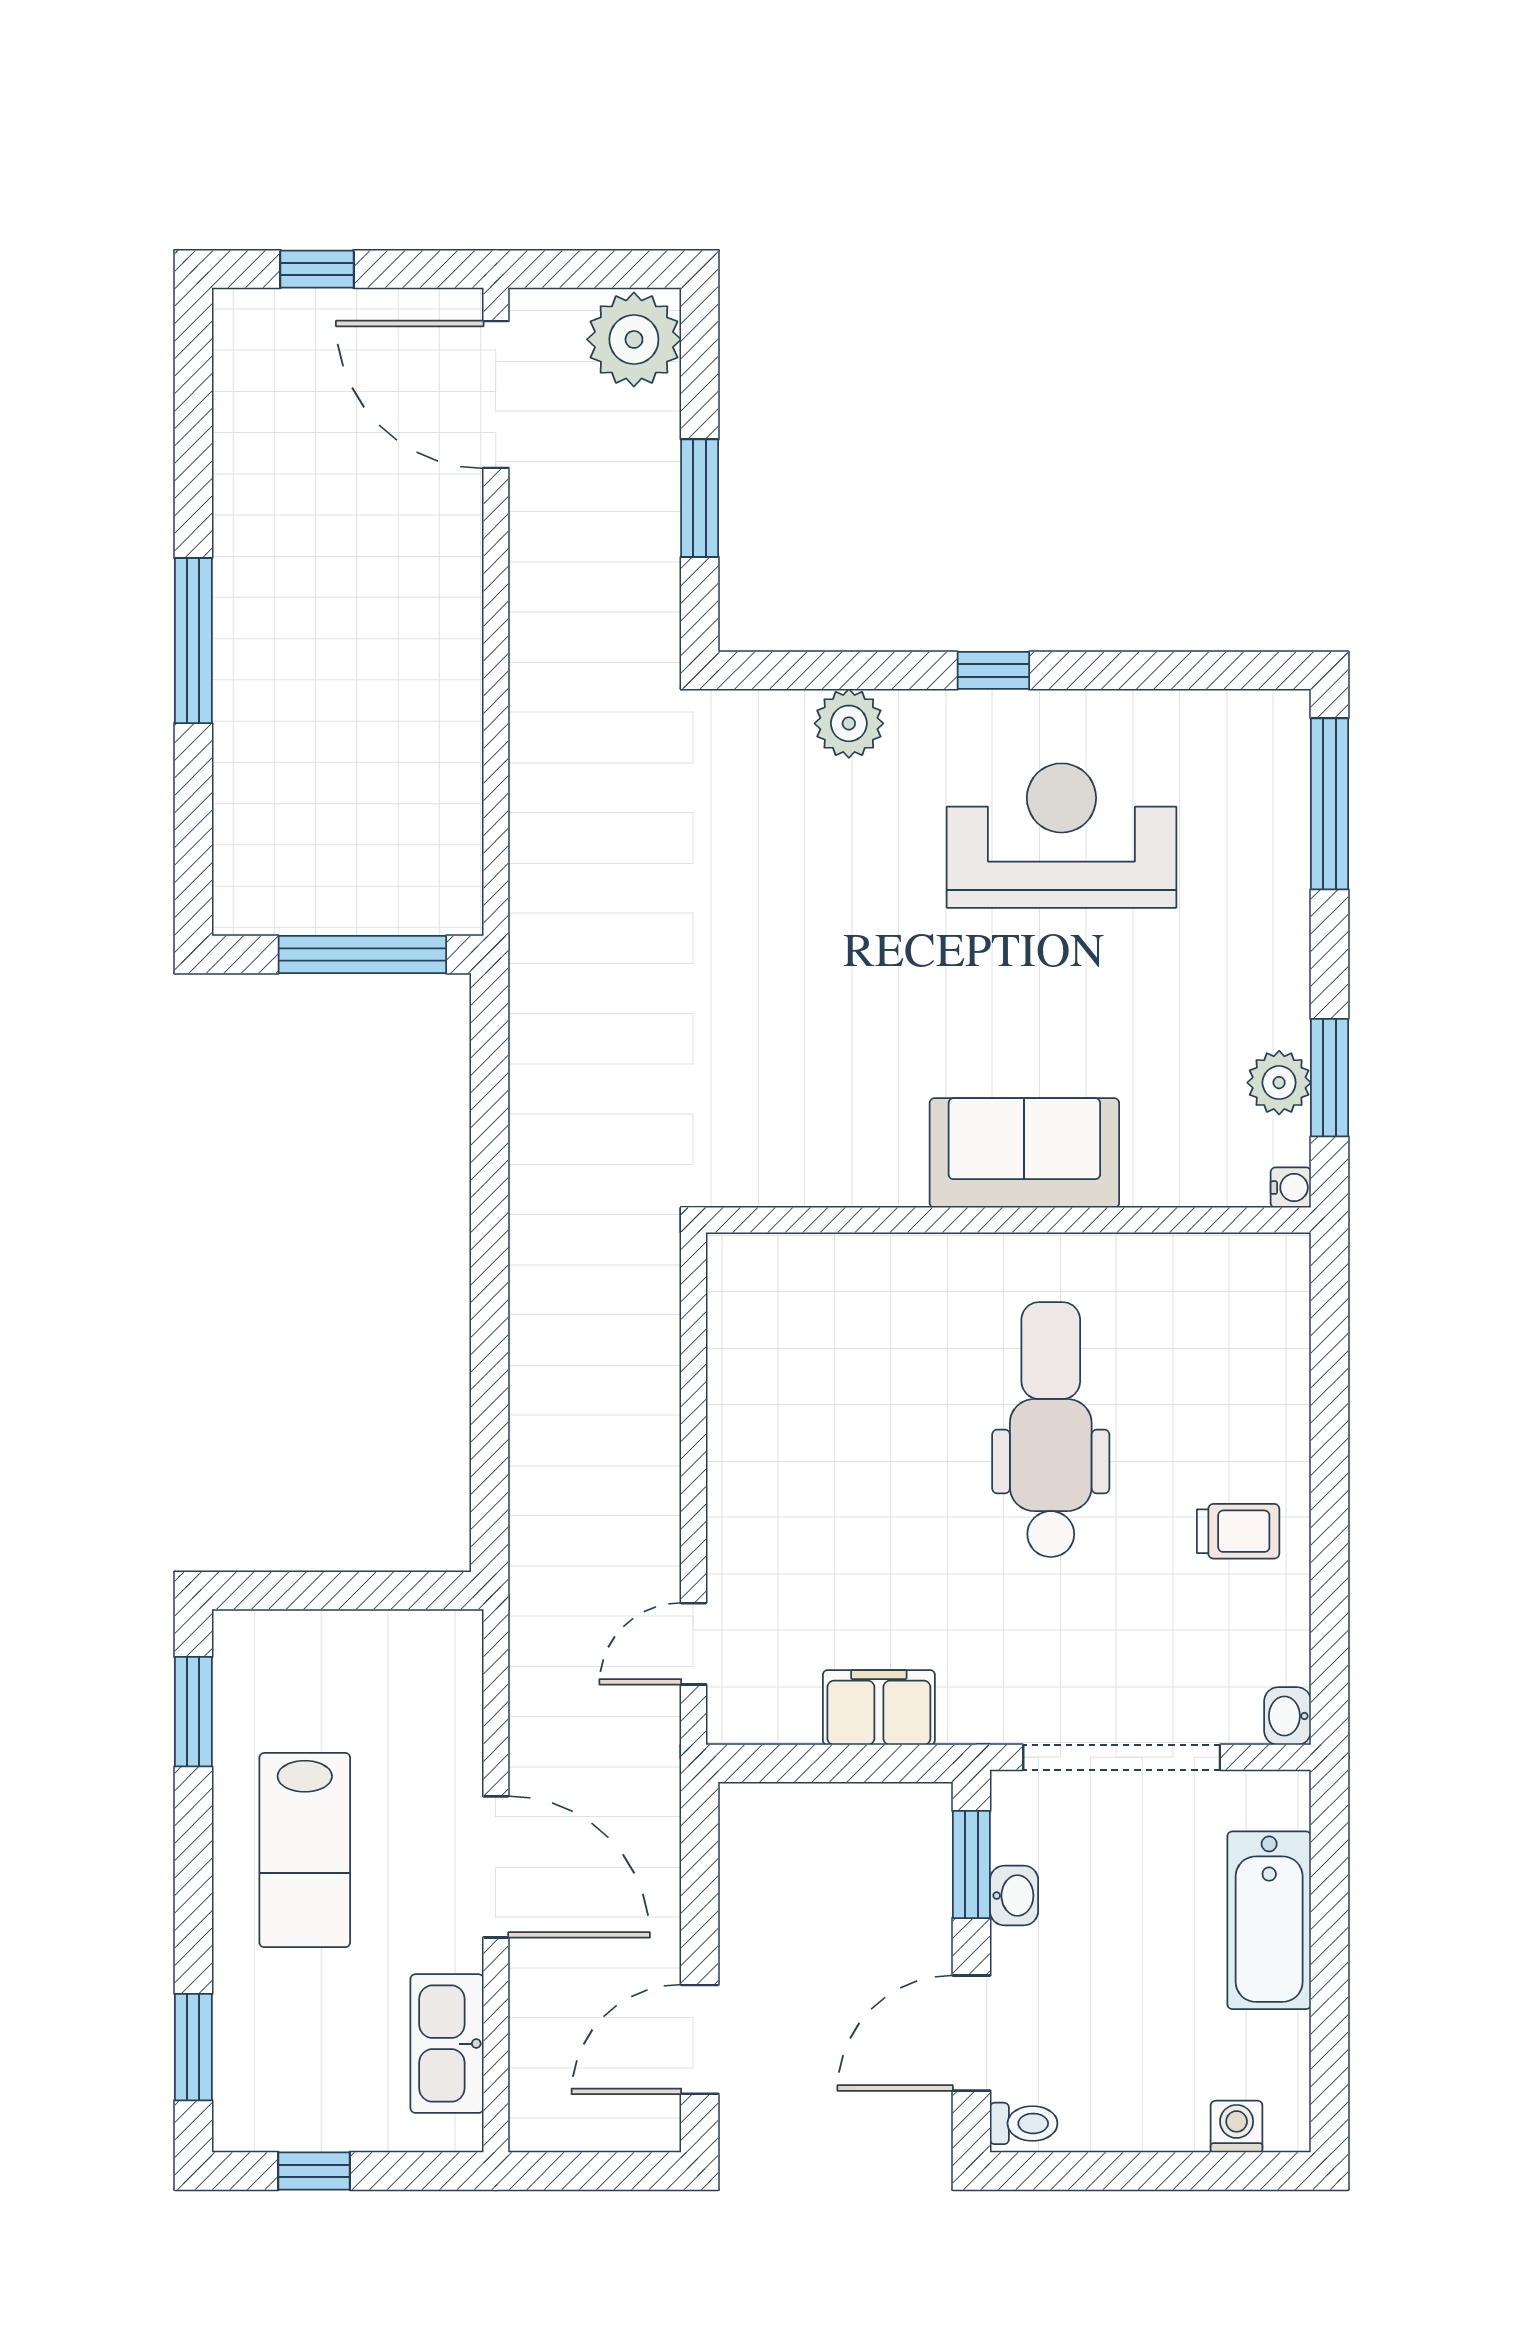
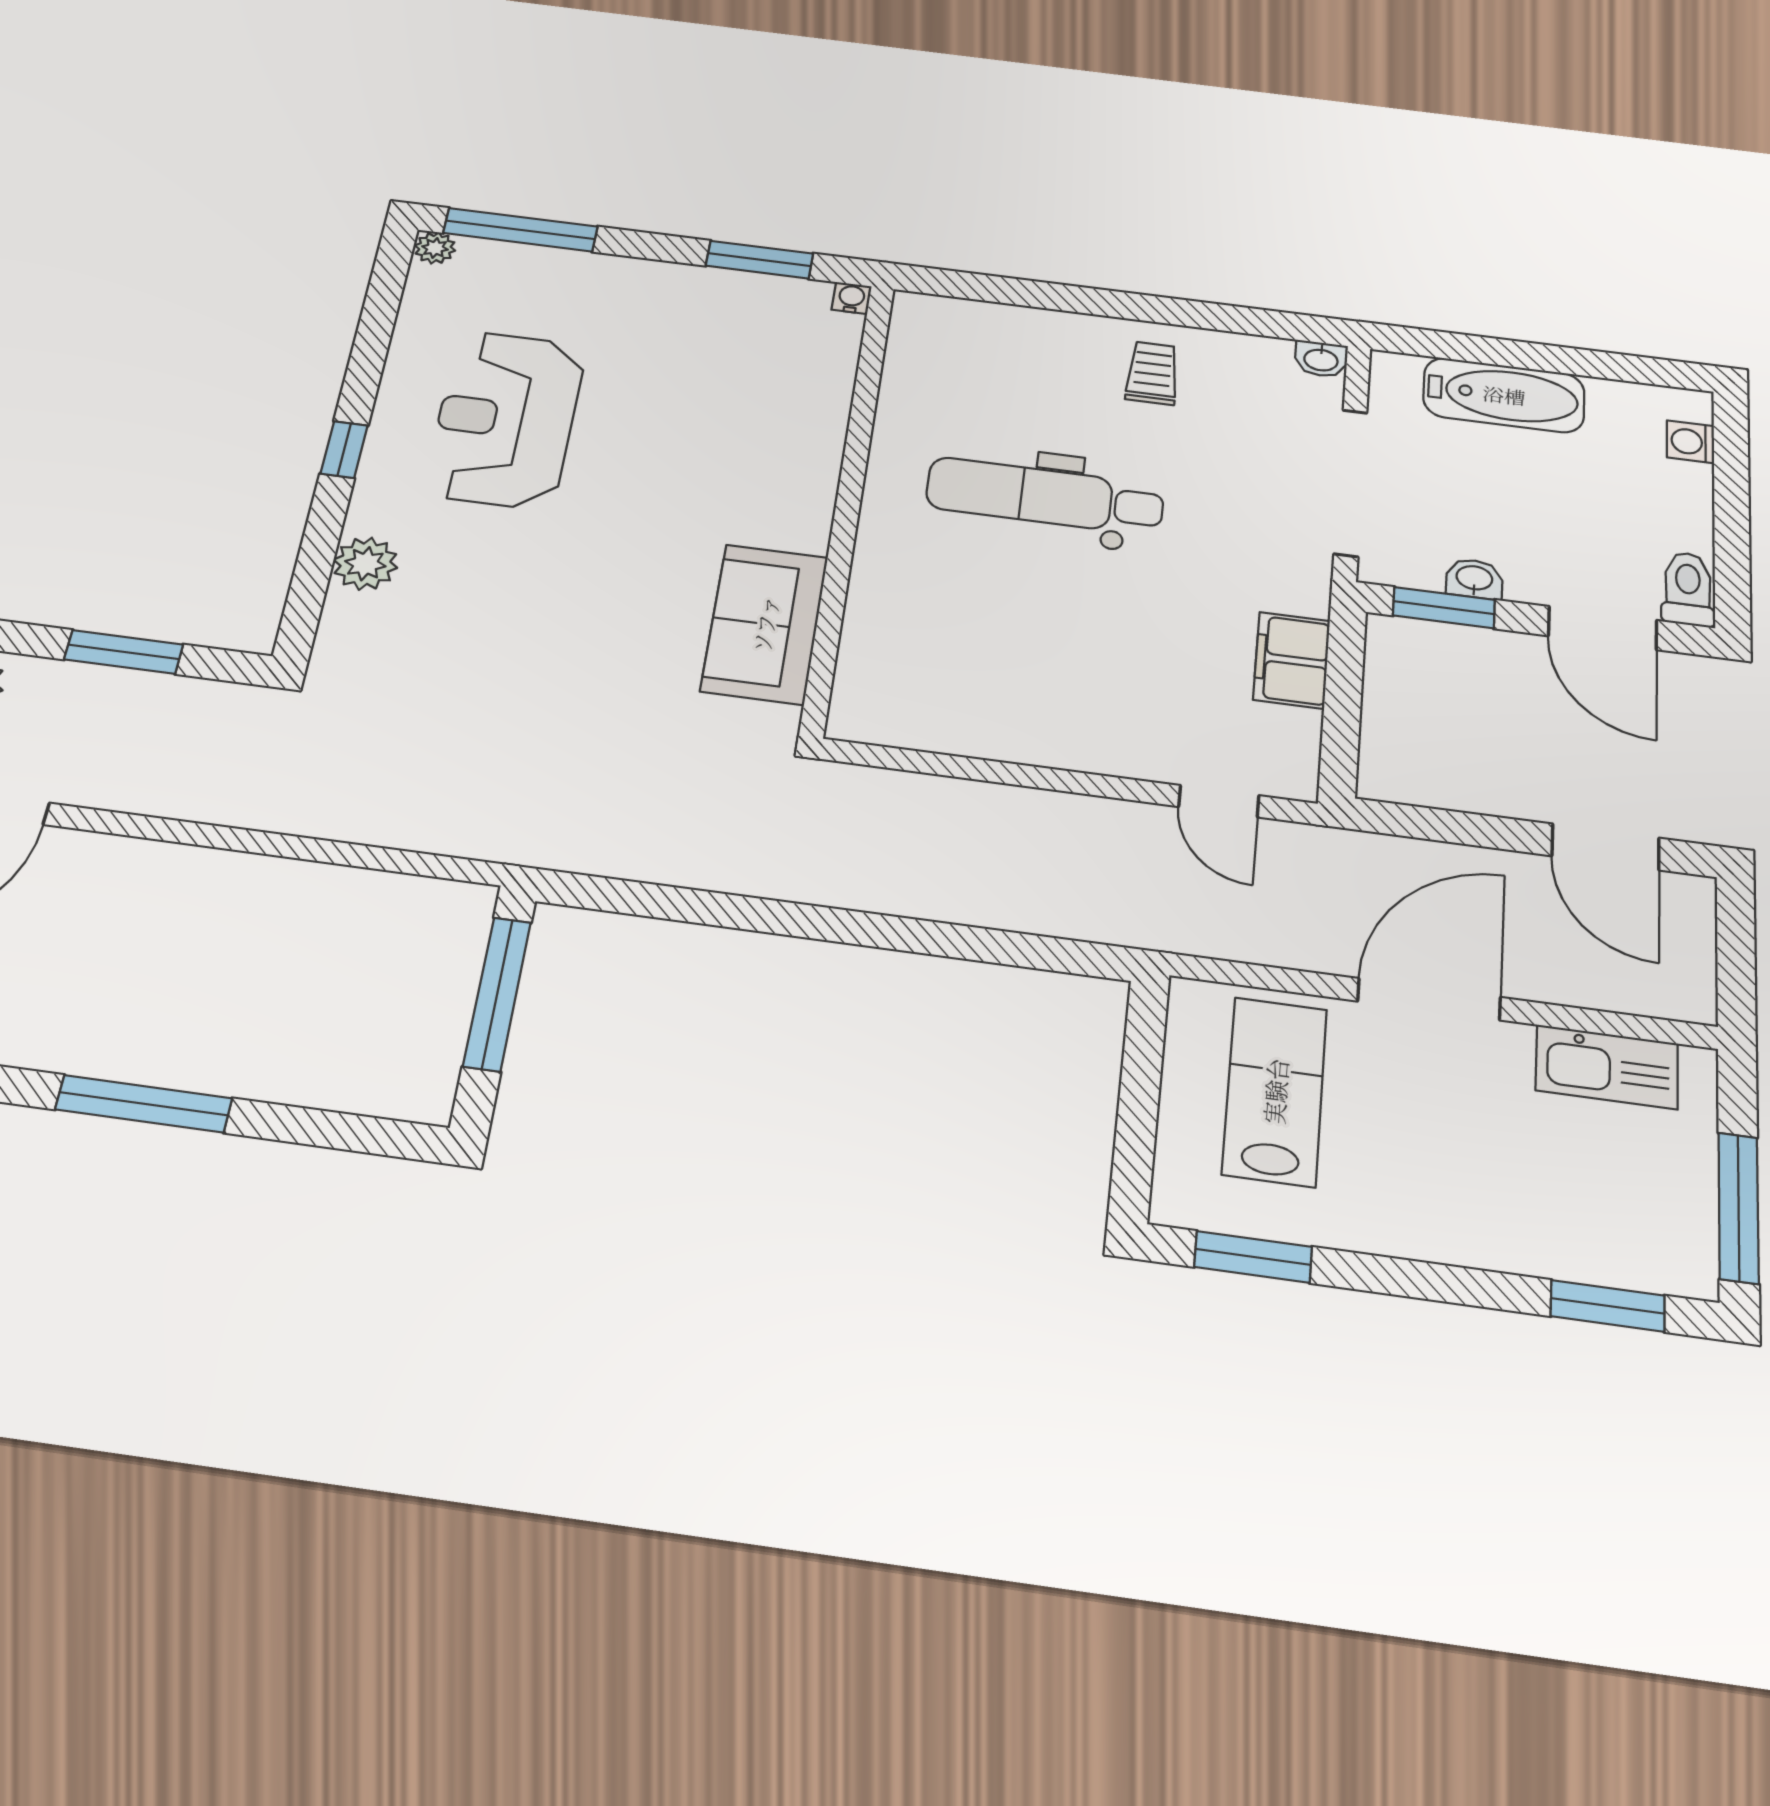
plant: (1279, 1083) -> (435, 248), moved, width x0.73, depth x0.73
sofa: (1024, 1153) -> (765, 624), moved
lab bench: (305, 1850) -> (1275, 1091), moved, turned -90
toilet: (1024, 2123) -> (1688, 589), width x1.37, depth x1.39
window: (314, 2171) -> (1739, 1208), width x2.17

